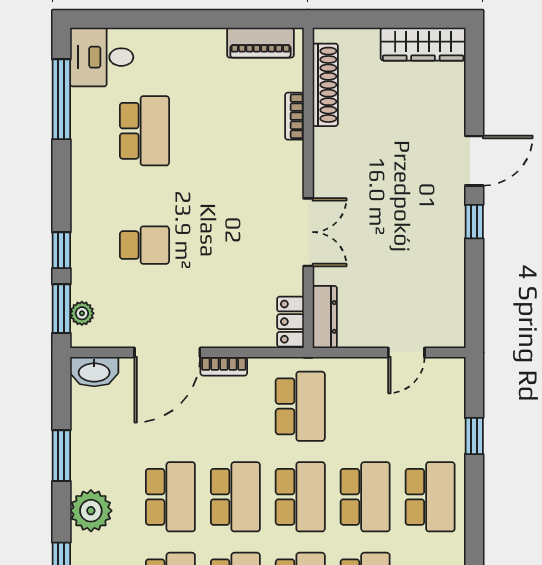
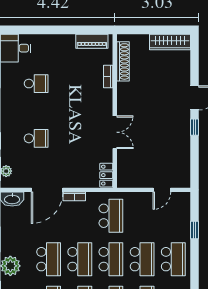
school desk: (144, 131) -> (36, 84), width x0.54
dresser: (325, 317) -> (123, 173), removed

